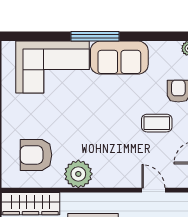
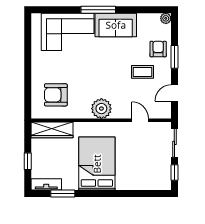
plant: (78, 174) -> (101, 109), moved

